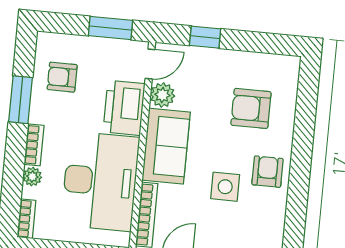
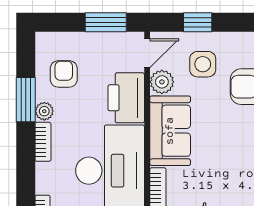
armchair: (62, 77) -> (64, 74), turned 90
plant: (32, 177) -> (44, 111), moved
side table: (225, 187) -> (203, 64), moved

